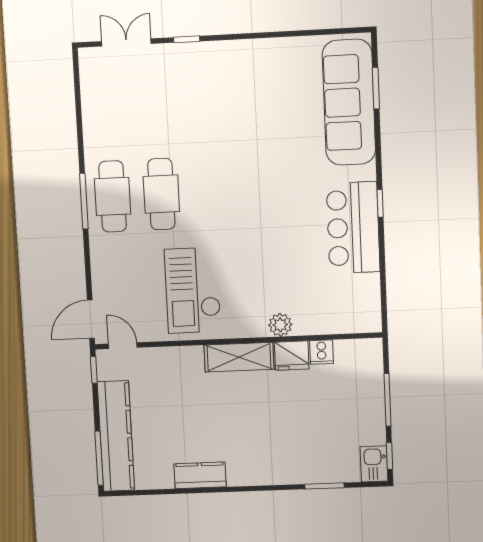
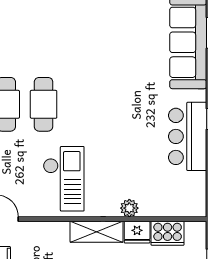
checkout: (193, 290) -> (64, 179), turned 180
cooker: (322, 352) -> (168, 233), width x1.87, depth x1.31

